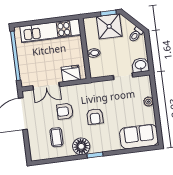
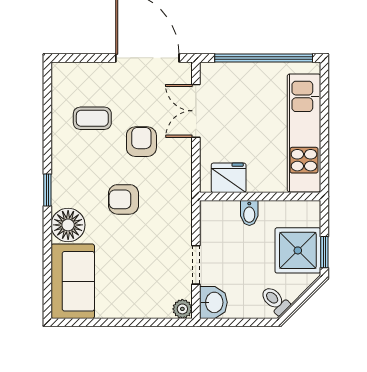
fridge: (71, 73) -> (229, 178), moved, turned -90
plant: (148, 102) -> (182, 309), moved
floor lamp: (81, 146) -> (68, 225), moved

